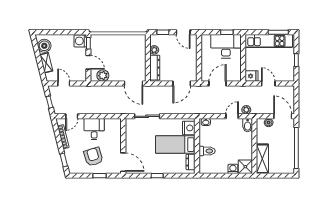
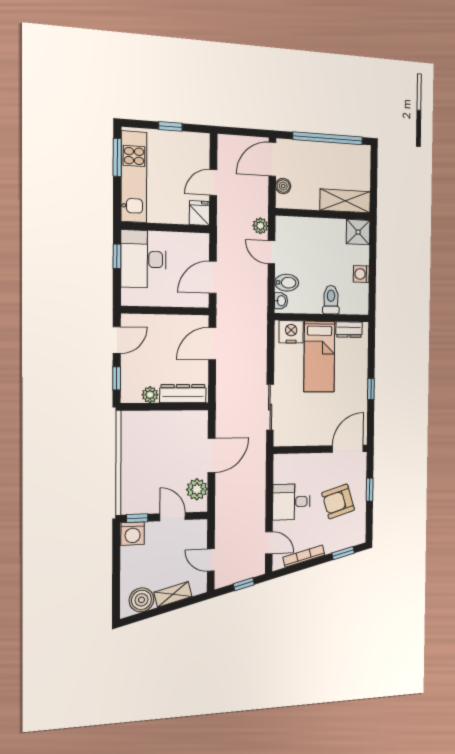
door: (88, 62) -> (173, 517), hinge flipped
door: (64, 83) -> (211, 560), hinge flipped
door: (133, 83) -> (212, 455), moved
door: (182, 83) -> (212, 344), swing flipped
door: (218, 83) -> (213, 277), hinge flipped
bidet: (248, 125) -> (287, 283), moved
washing machine: (233, 169) -> (361, 274), moved

